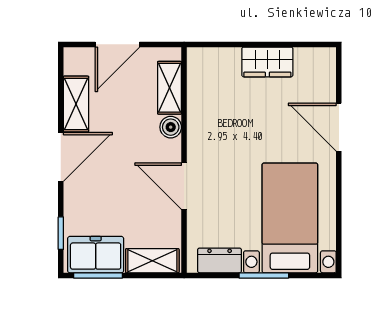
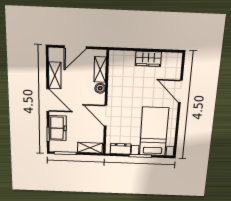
door: (61, 157) -> (48, 100), hinge flipped
freezer: (96, 255) -> (58, 128), moved, turned 90

